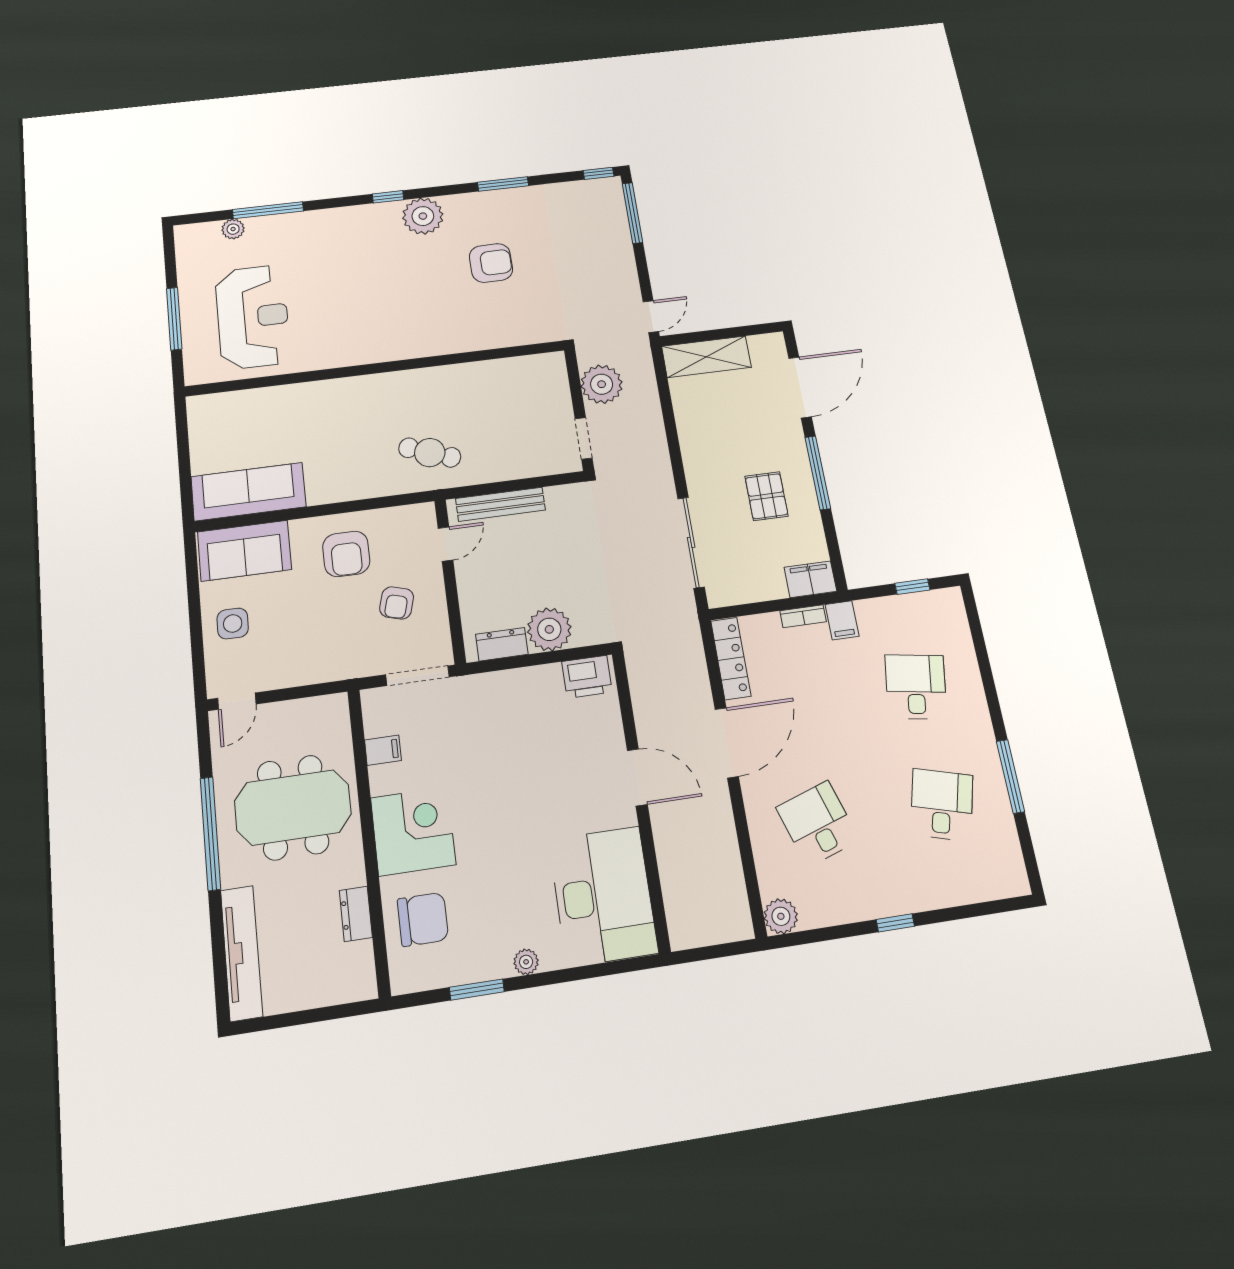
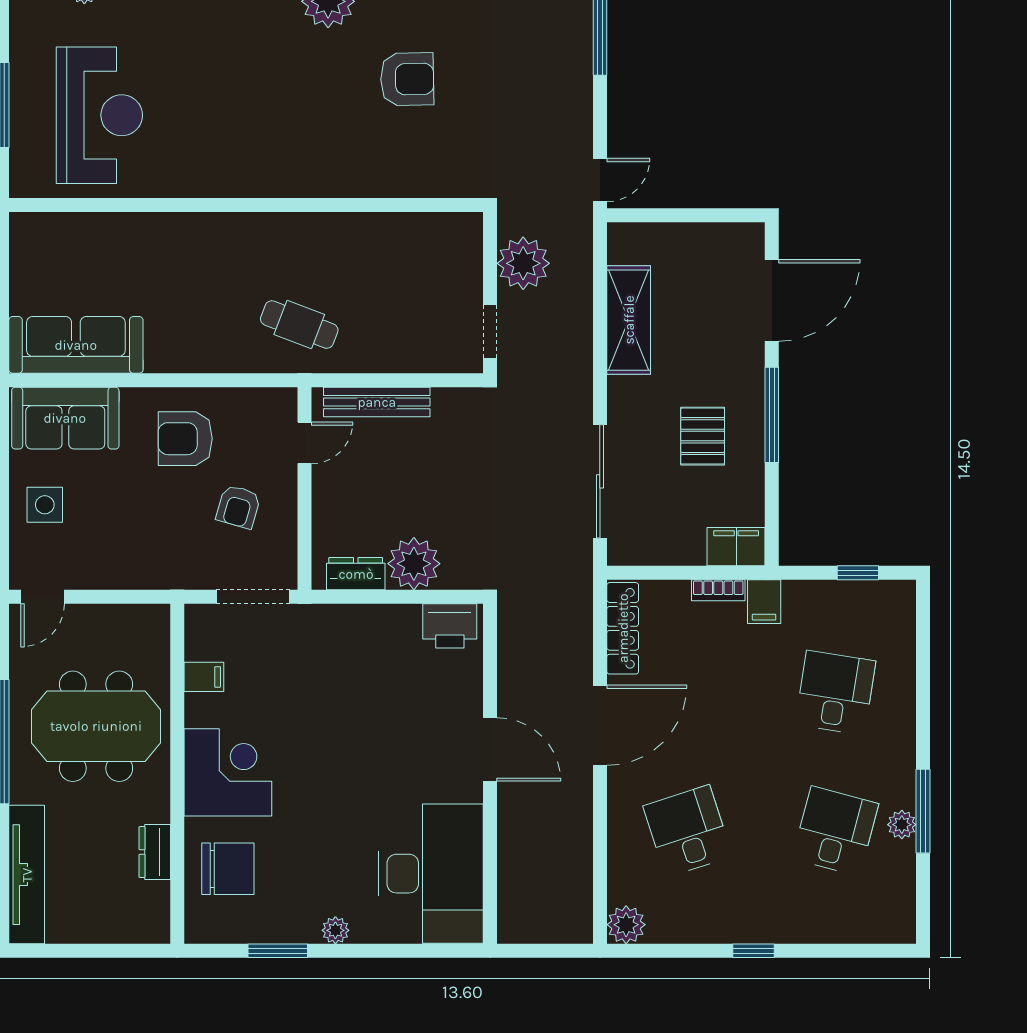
shelving: (706, 357) -> (629, 320), moved, turned 90
armchair: (346, 554) -> (185, 439), turned 90
plant: (996, 791) -> (902, 825), added

